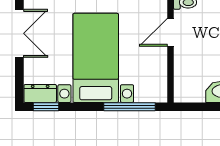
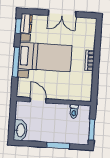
door: (170, 32) -> (38, 100), moved
window: (130, 107) -> (16, 62), moved

